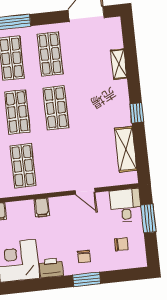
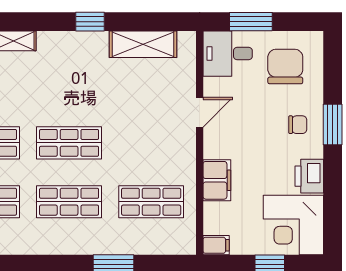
filing cabinet: (42, 207) -> (217, 180), width x2.00
chair: (121, 244) -> (285, 66), width x1.87, depth x1.87

